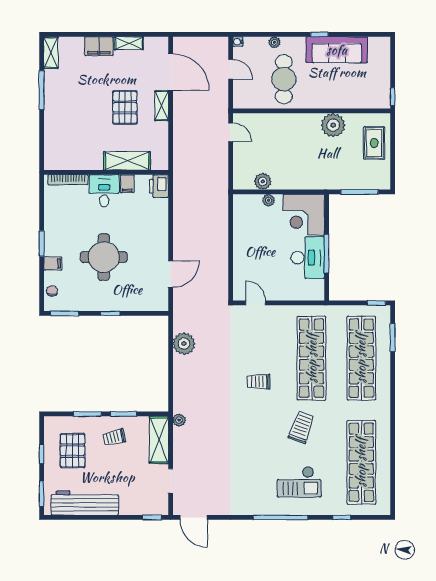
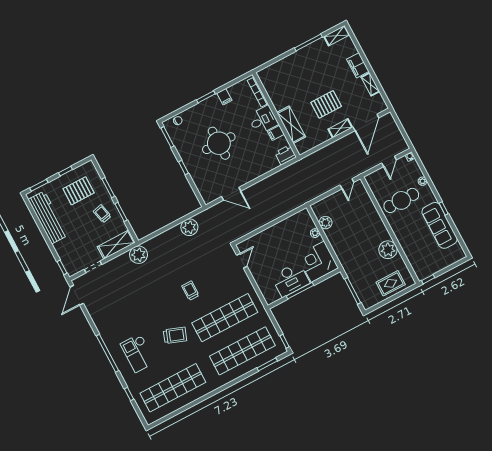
filing cabinet: (53, 264) -> (224, 97), moved
plant: (179, 420) -> (139, 255), width x1.88, depth x1.88

